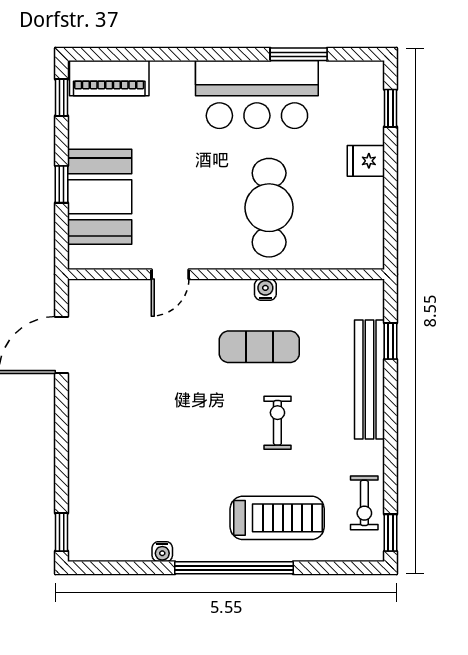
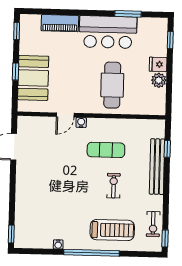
piano: (109, 78) -> (60, 23), moved
plant: (368, 195) -> (159, 80), added
water cooler: (265, 290) -> (81, 123), moved

